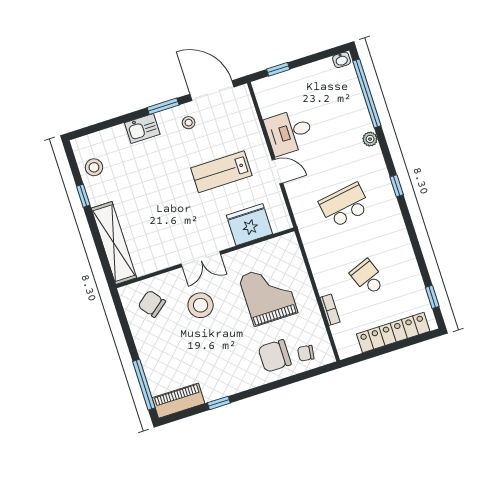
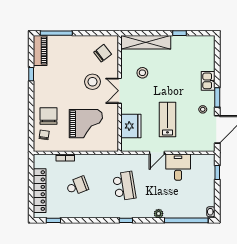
stool: (94, 167) -> (142, 73), moved

